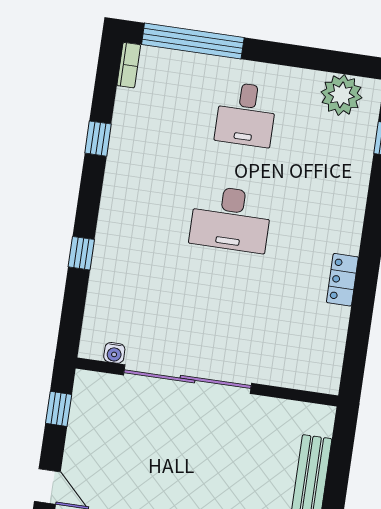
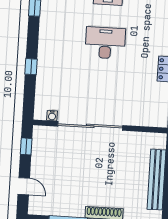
desk: (231, 219) -> (105, 43), turned 180

